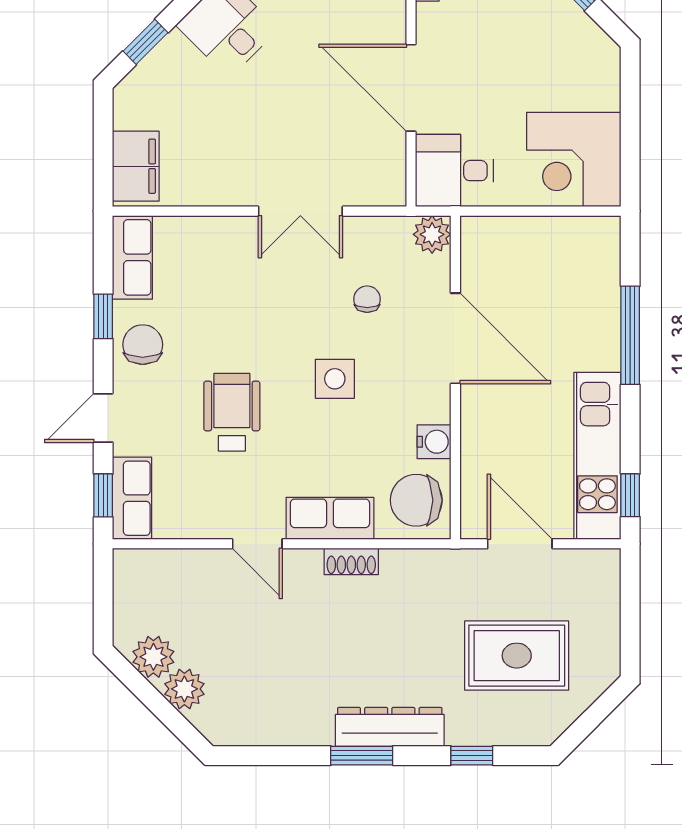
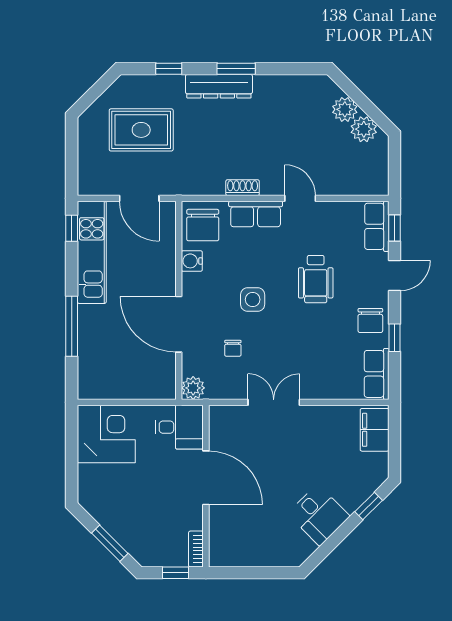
chair: (416, 500) -> (203, 225), turned 90

